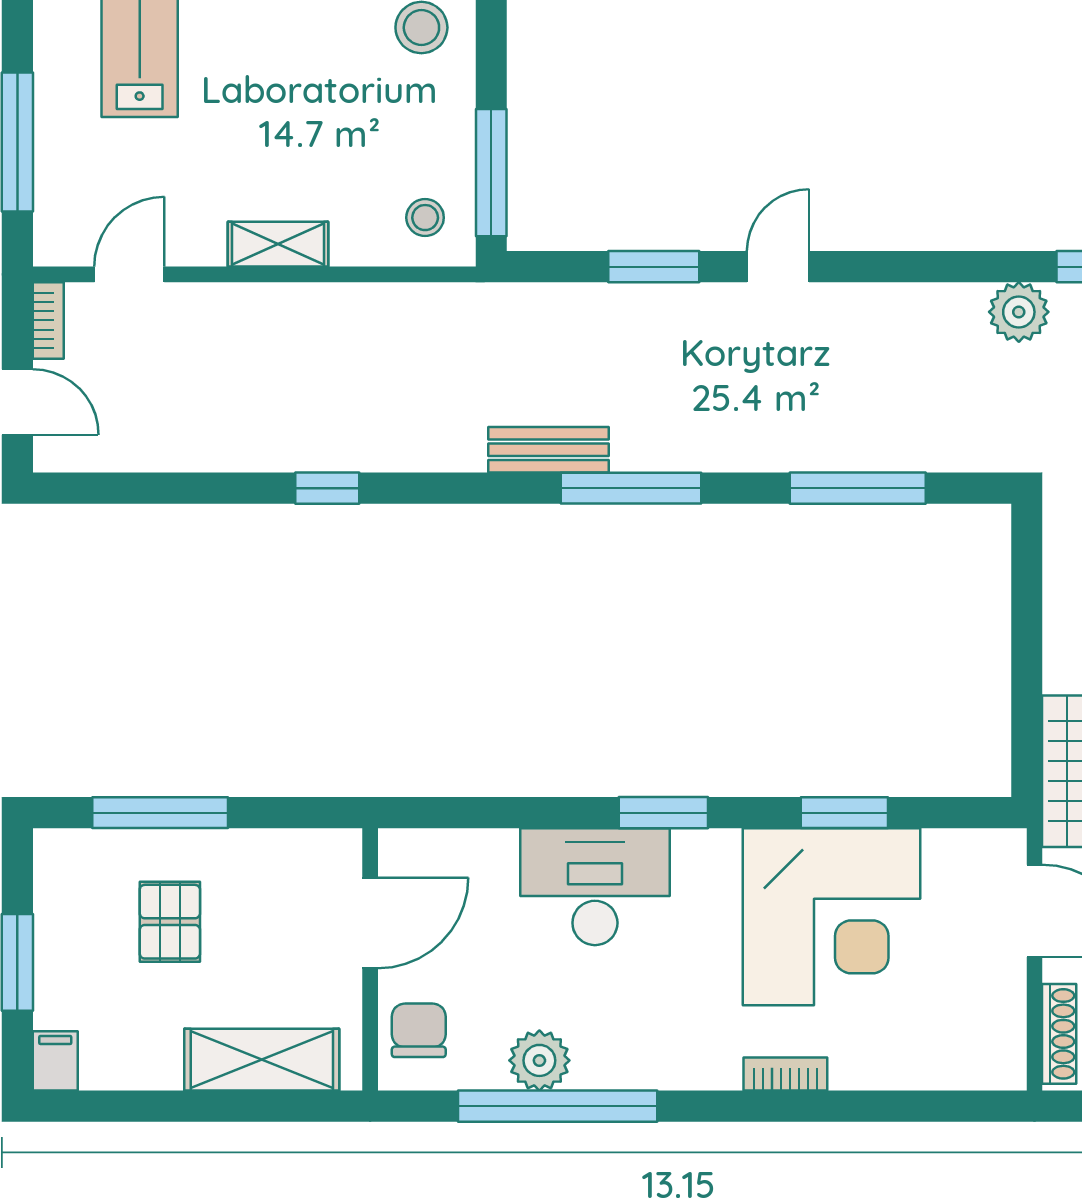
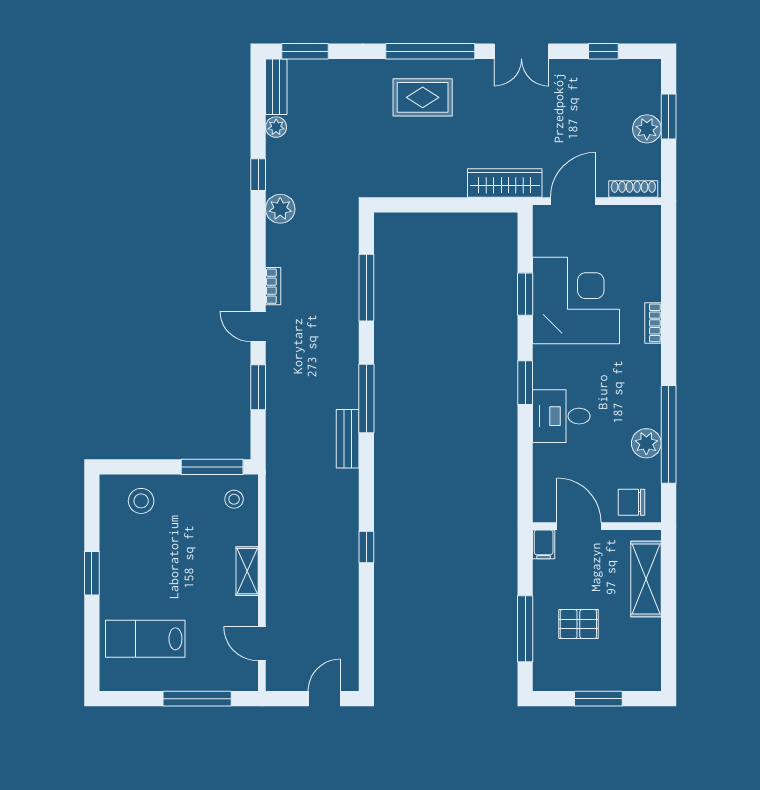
bookcase: (48, 320) -> (273, 286), moved, turned 90
desk: (595, 887) -> (561, 416), width x0.73
filing cabinet: (55, 1061) -> (544, 544), moved, turned -90

